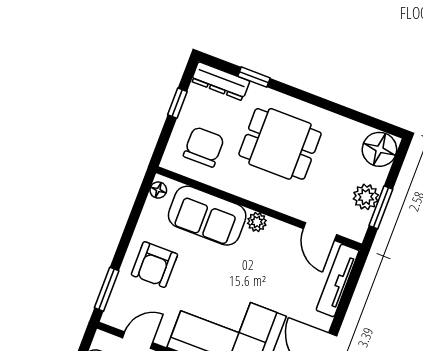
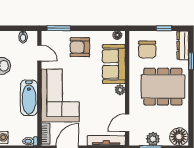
dining table: (280, 144) -> (163, 87), width x1.38
chair: (204, 147) -> (147, 49), turned 90

